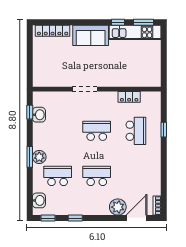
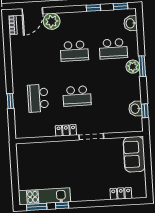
locker: (53, 31) -> (121, 193), width x0.66
sofa: (91, 35) -> (134, 154), moved, turned -90
locker: (129, 97) -> (66, 130), moved

